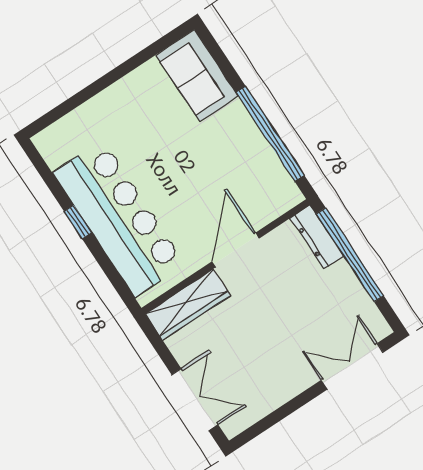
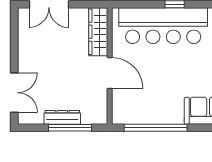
dresser: (317, 237) -> (62, 117), moved
window: (350, 255) -> (70, 128), width x0.68

